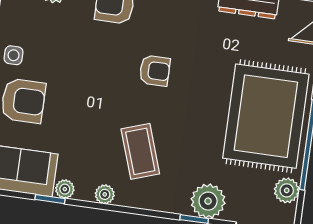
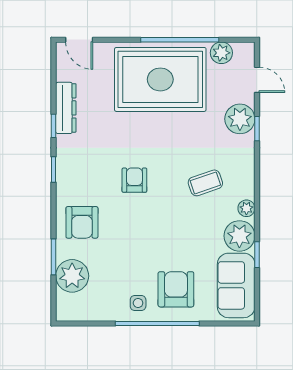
coffee table: (140, 151) -> (205, 183), width x0.73, depth x0.77
plant: (65, 189) -> (239, 236), width x1.88, depth x1.88

